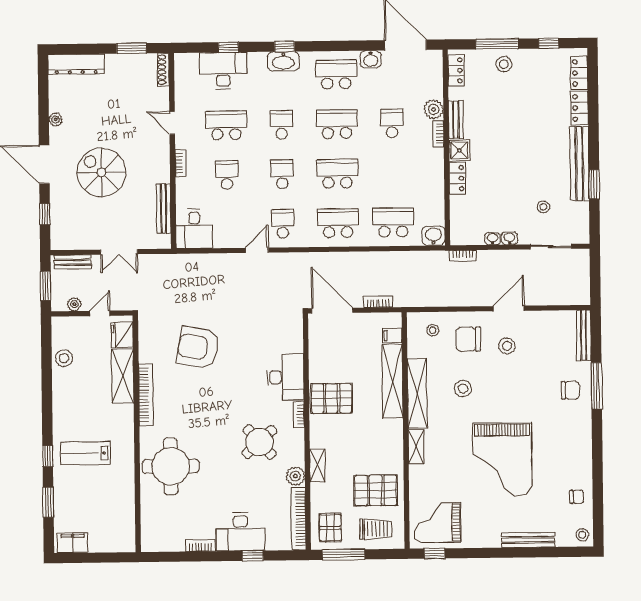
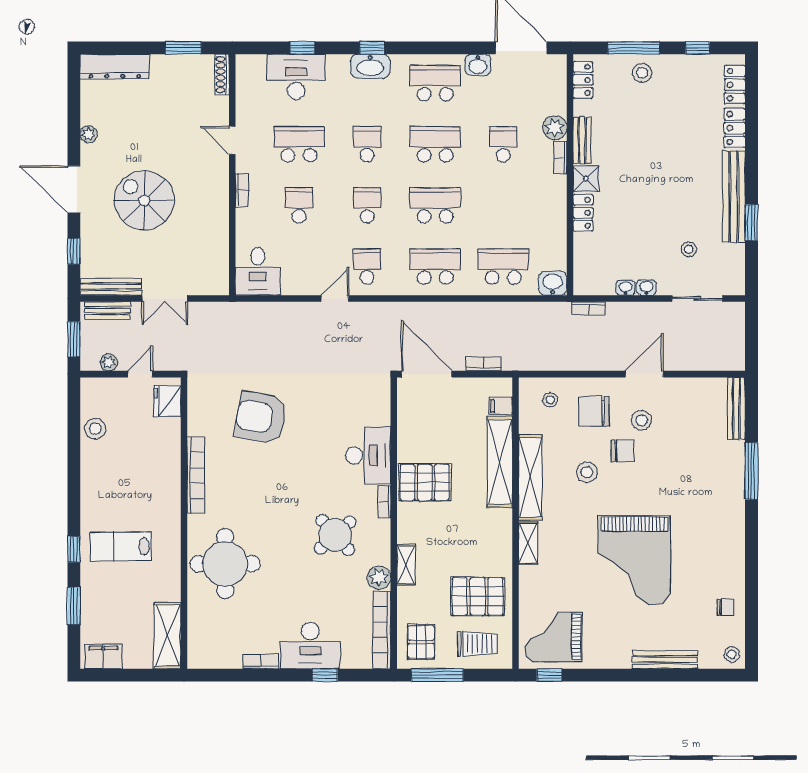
bench: (164, 209) -> (111, 287), moved, turned 90
shelving: (123, 376) -> (167, 636), moved
chair: (570, 390) -> (622, 451), moved

